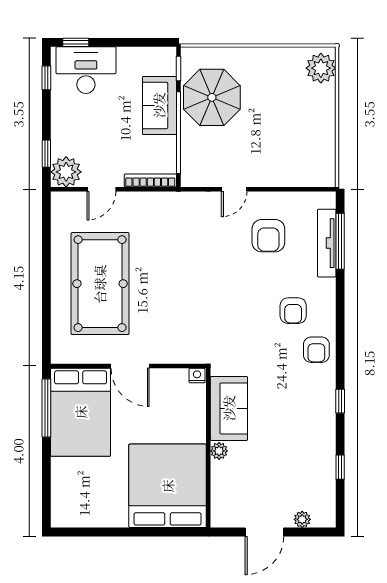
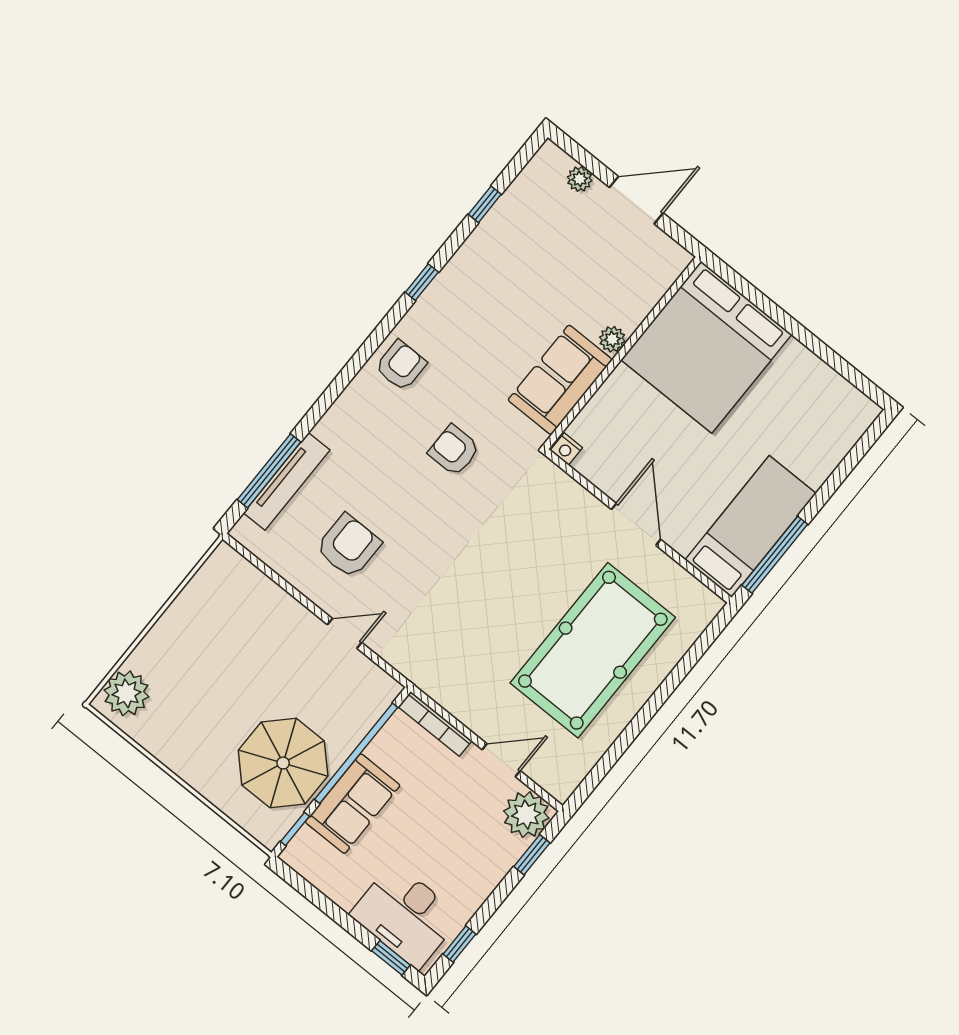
armchair: (293, 311) -> (454, 450), moved, turned -90
bed: (81, 412) -> (750, 527), width x0.67

